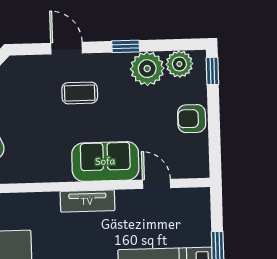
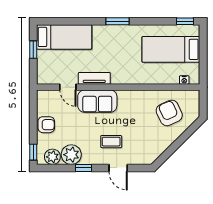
tv unit: (87, 201) -> (94, 78), moved

